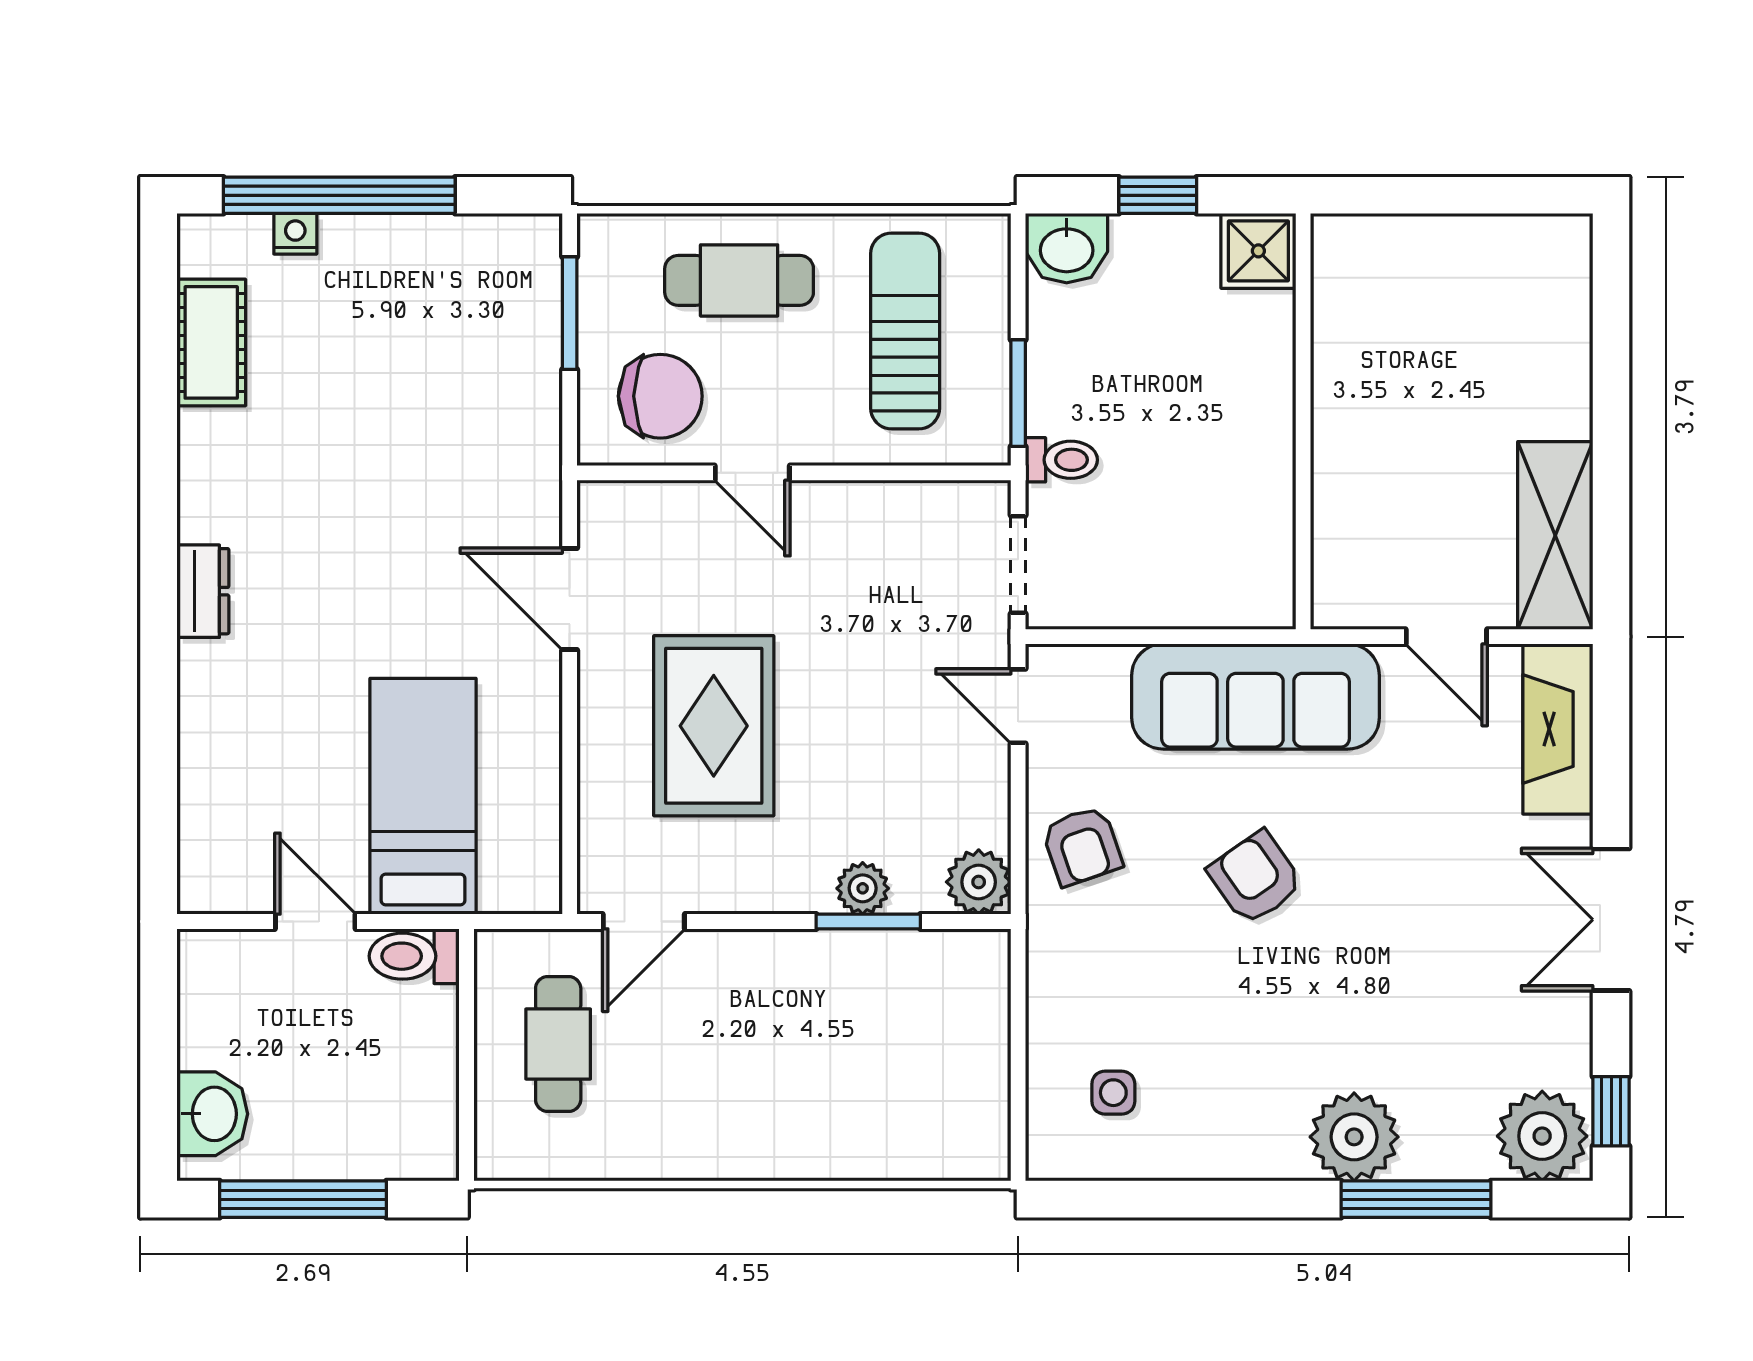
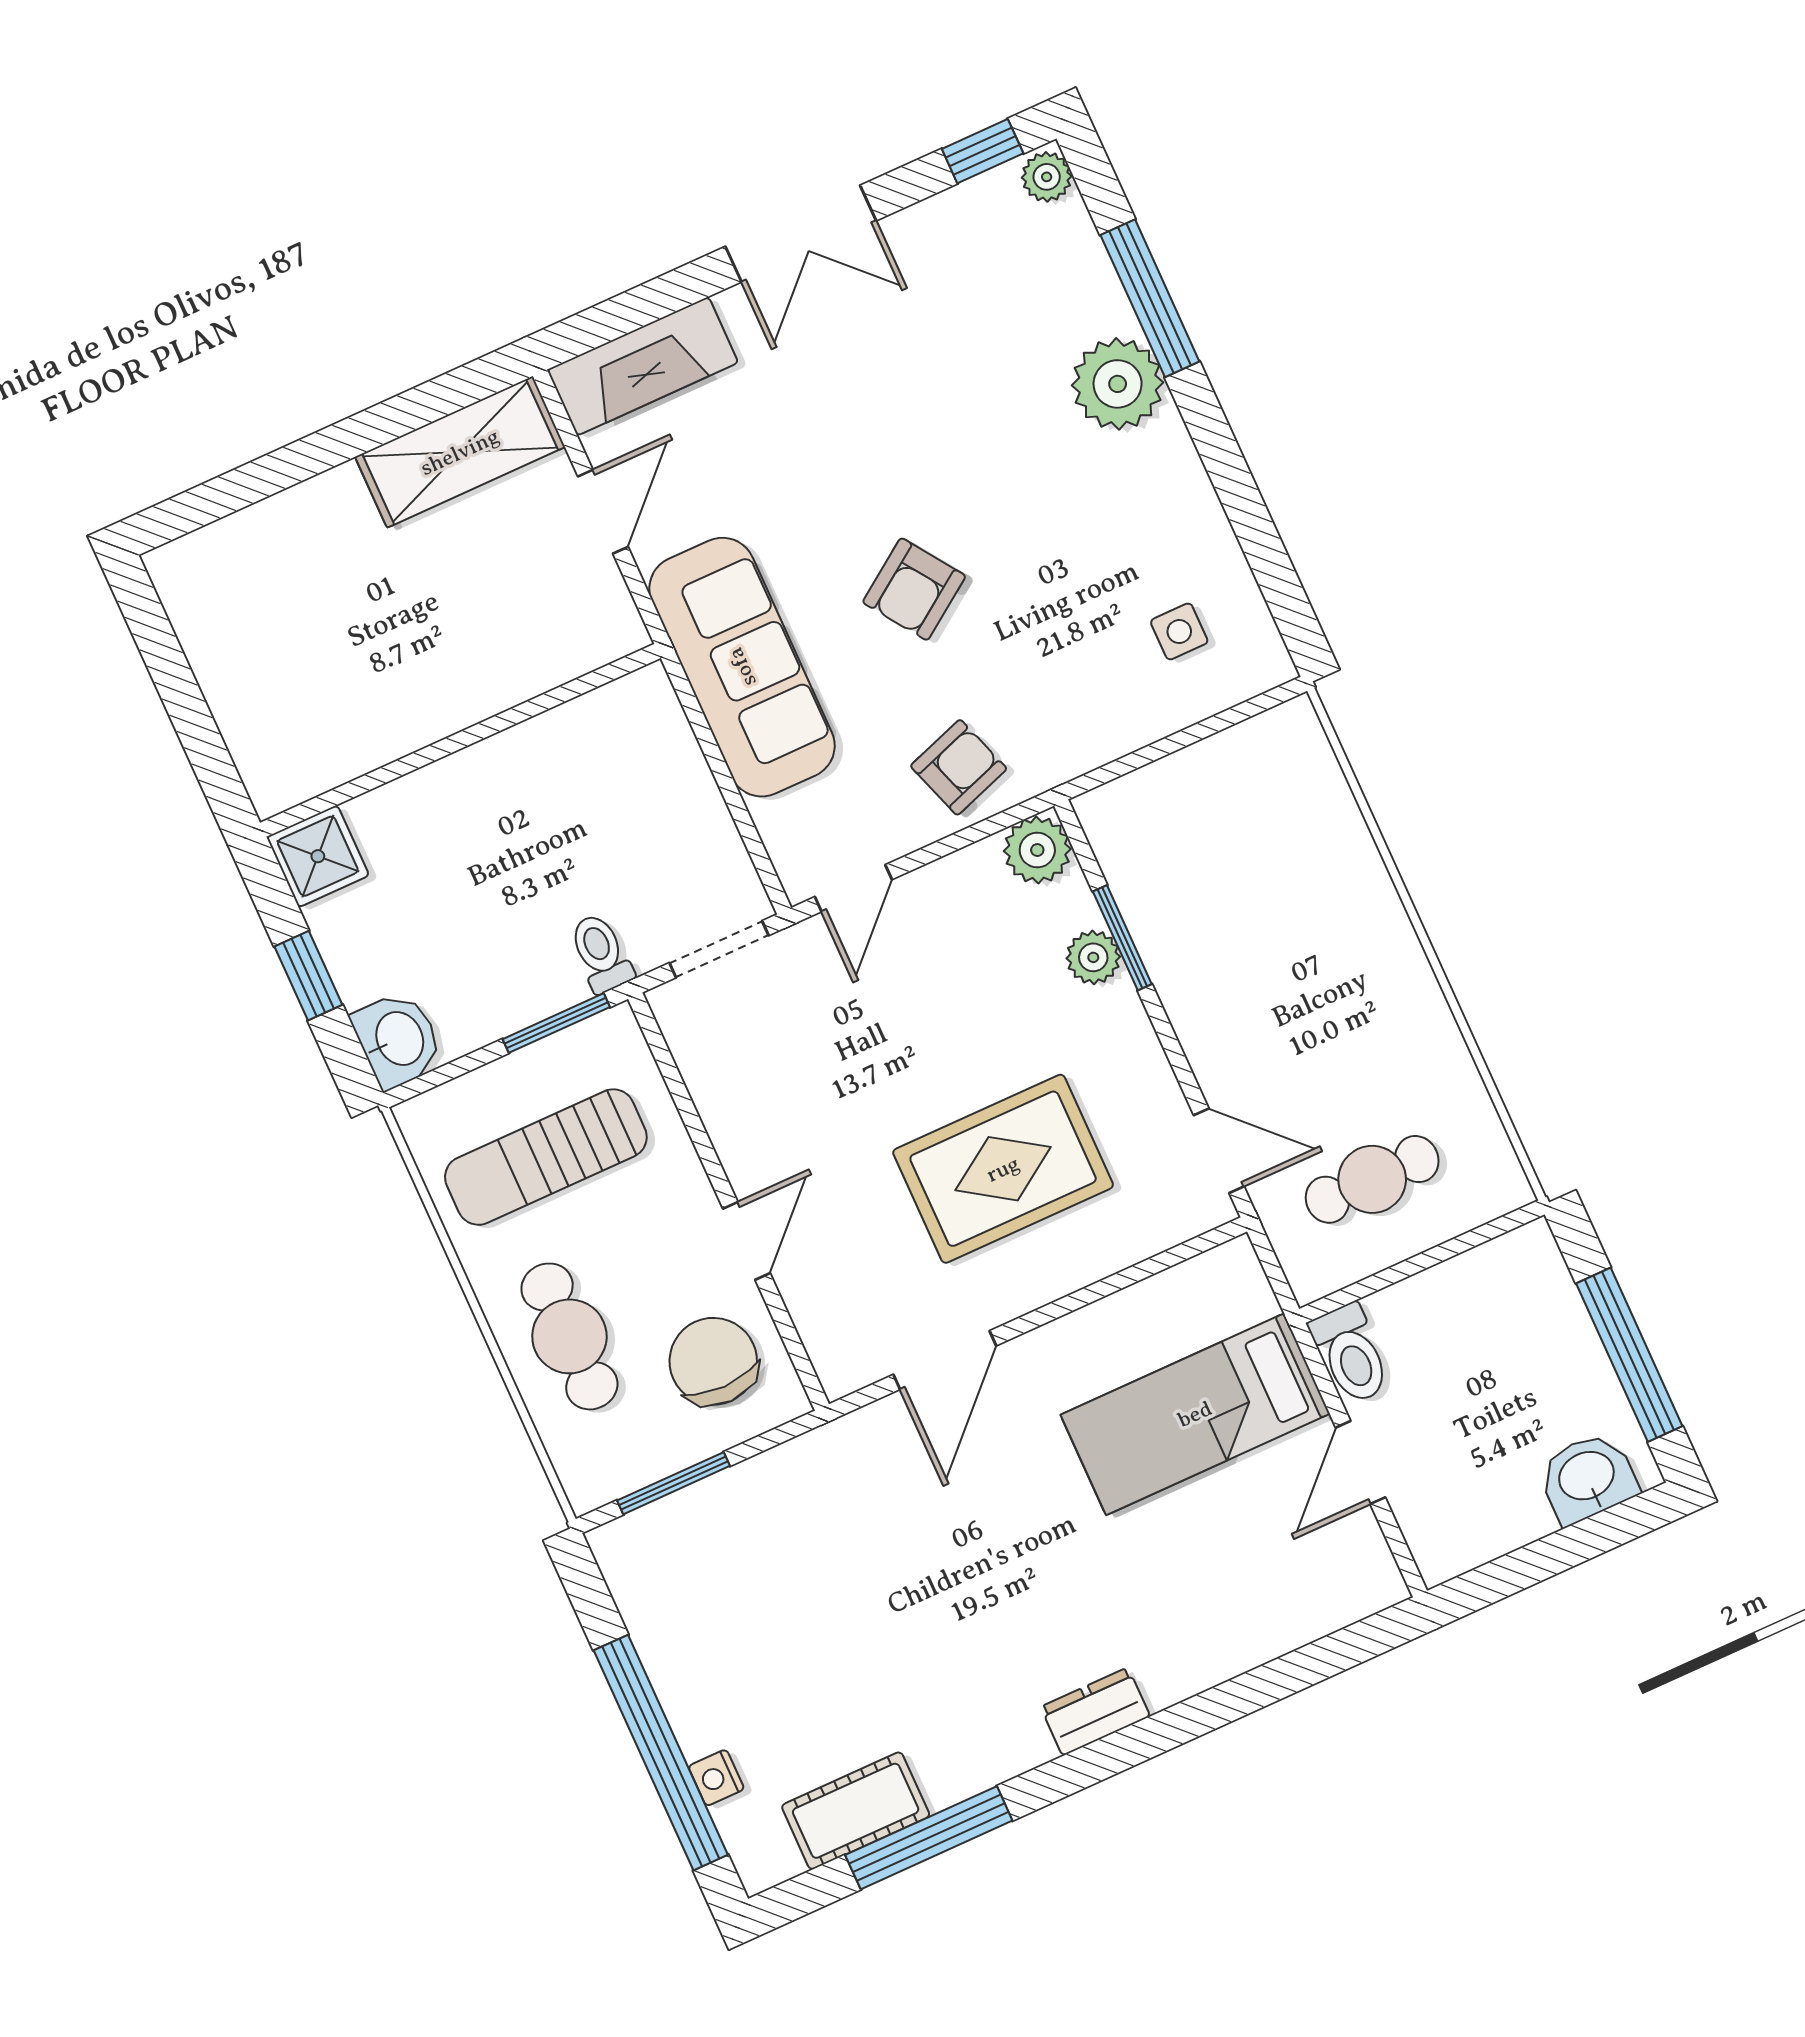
window: (159, 396) -> (929, 1838), added
plant: (1542, 1136) -> (1047, 177), width x0.53, depth x0.53

